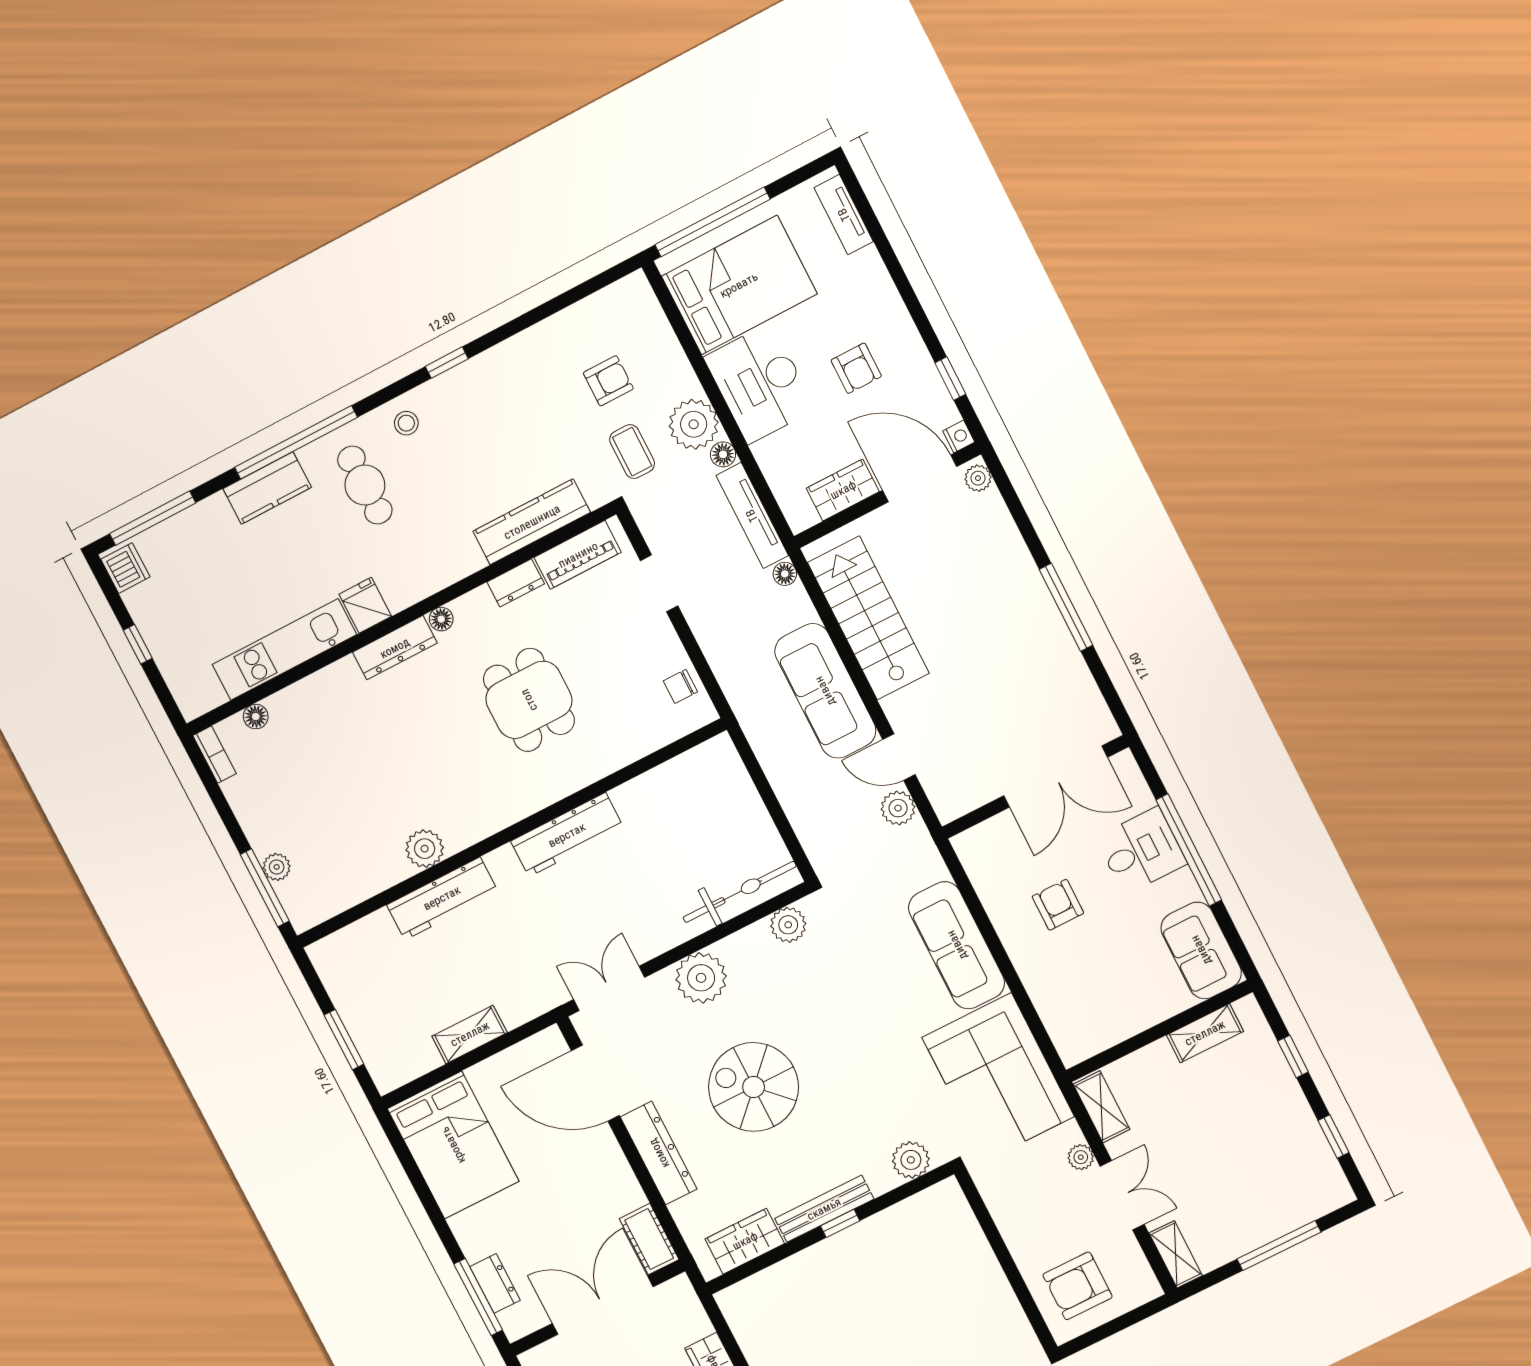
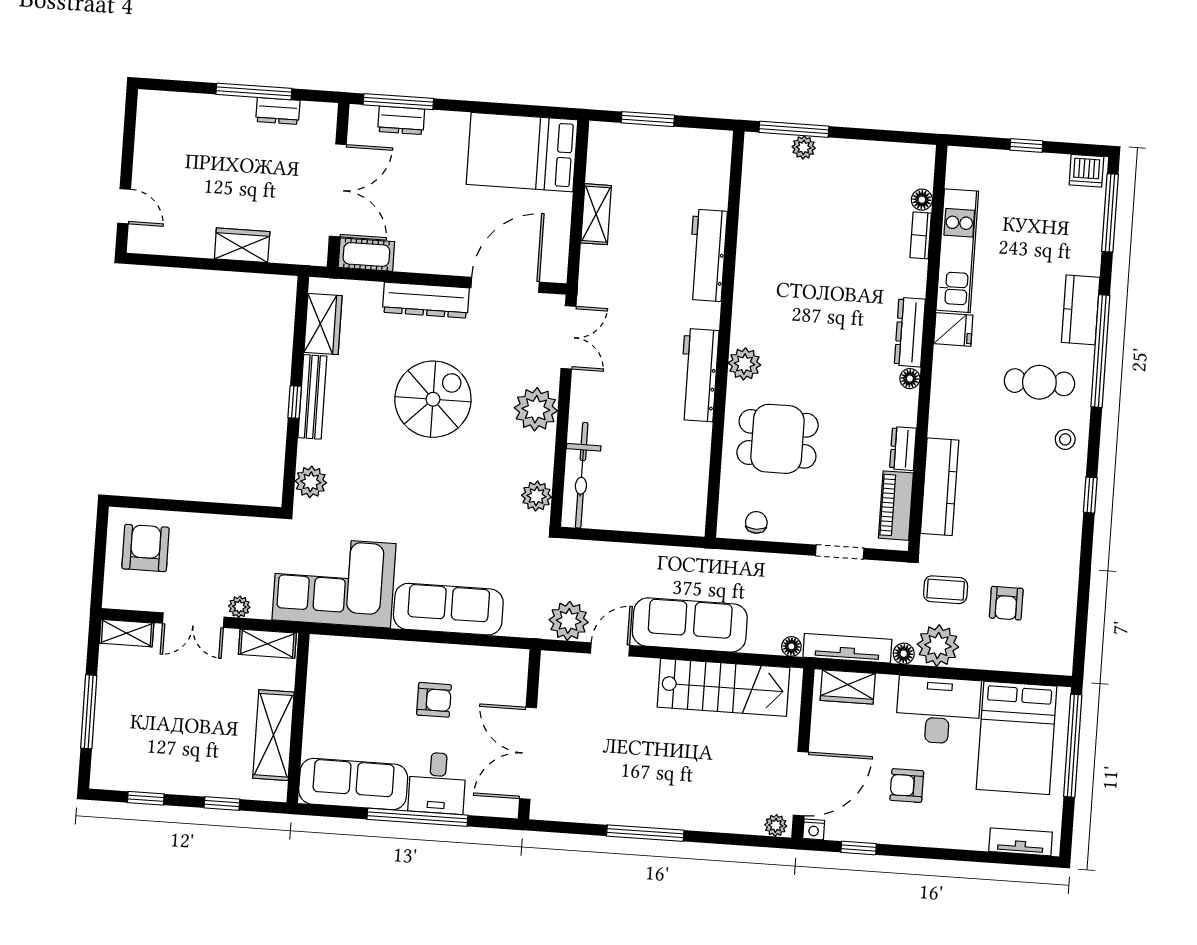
wardrobe: (843, 490) -> (848, 687), moved, turned 90
dining table: (529, 700) -> (778, 439), moved
bookcase: (215, 754) -> (921, 235), moved, turned 90
plant: (898, 808) -> (569, 621), width x1.36, depth x1.36
plant: (425, 849) -> (744, 364), moved
sofa: (1201, 950) -> (353, 784), width x1.36
shelving: (1205, 1033) -> (273, 735), width x1.50, depth x1.33

